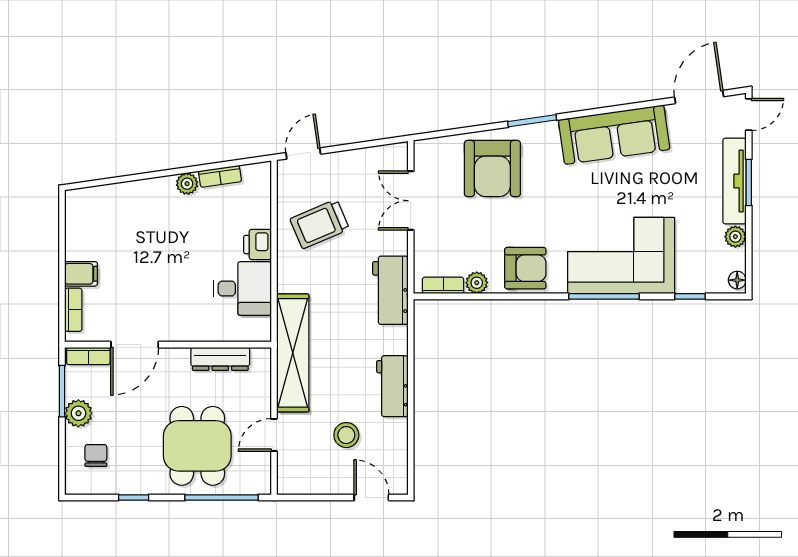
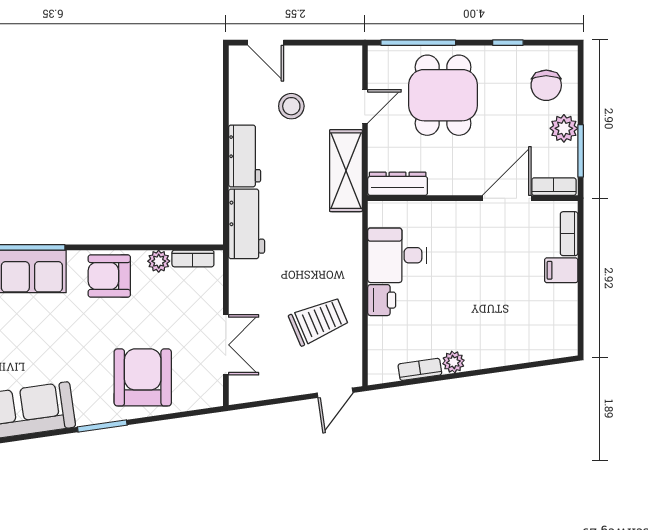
workbench: (390, 290) -> (247, 224), moved
shelving: (293, 353) -> (346, 171), width x0.68
dresser: (220, 359) -> (398, 184), moved
chair: (96, 456) -> (546, 85), width x1.37, depth x1.37

